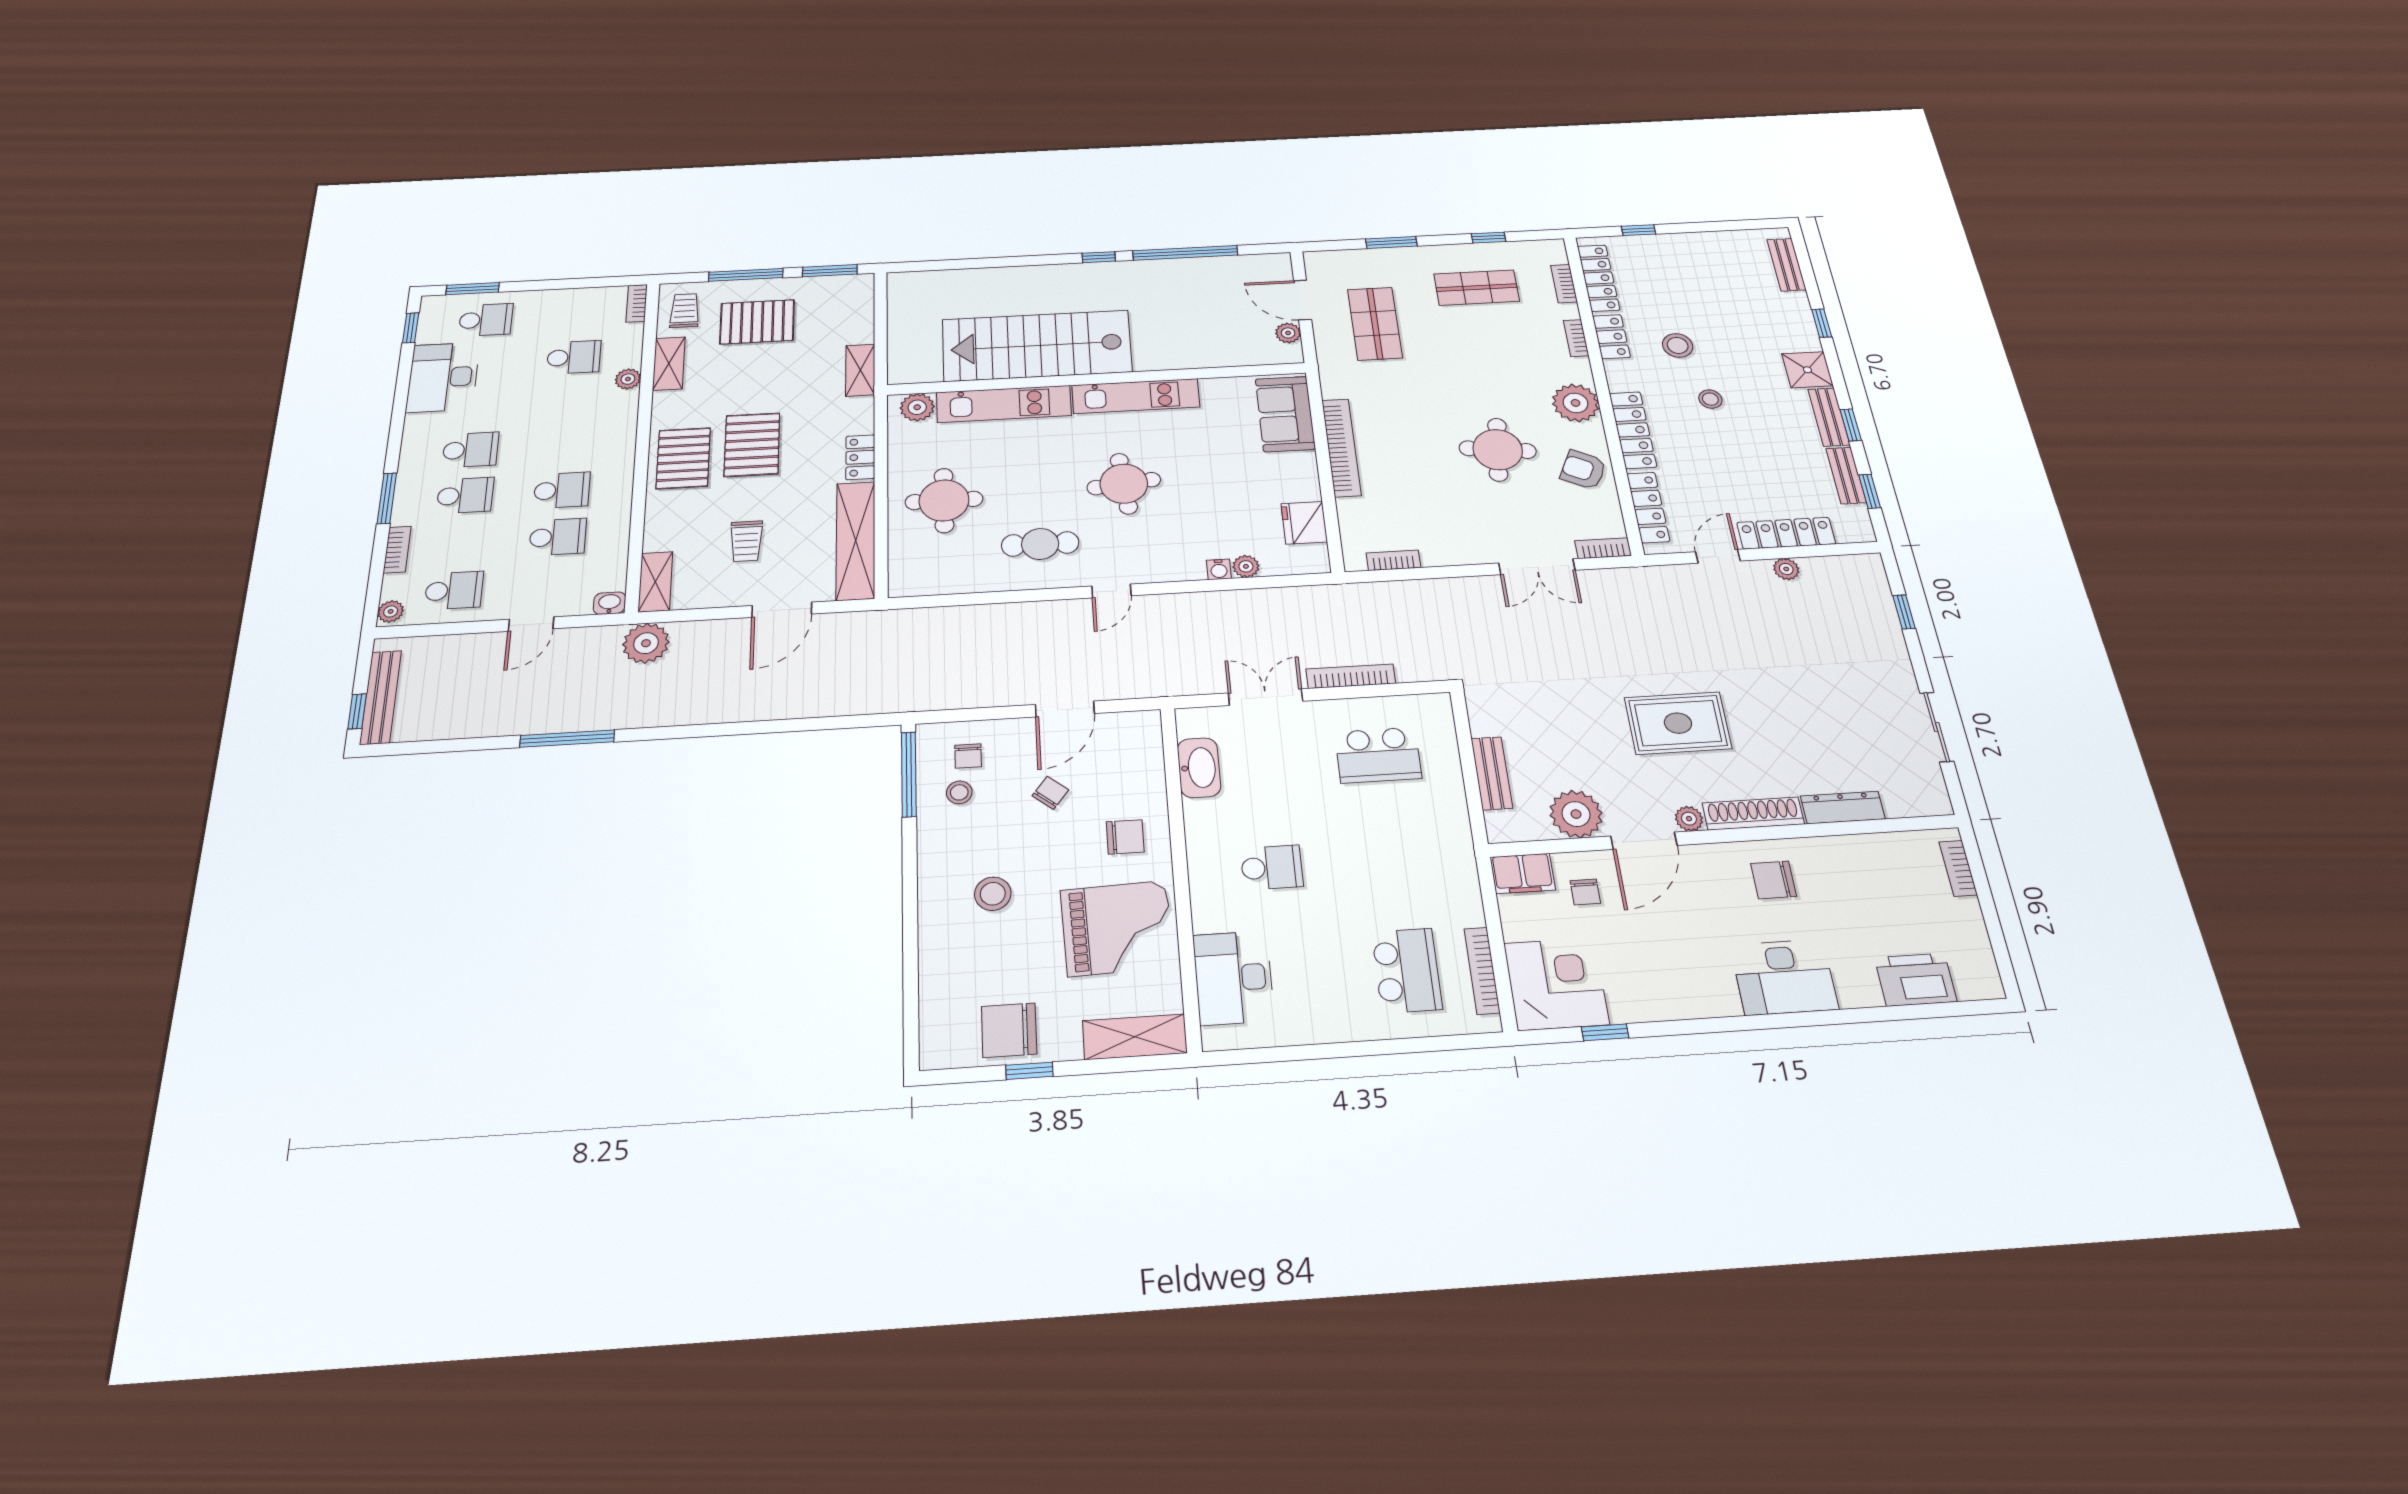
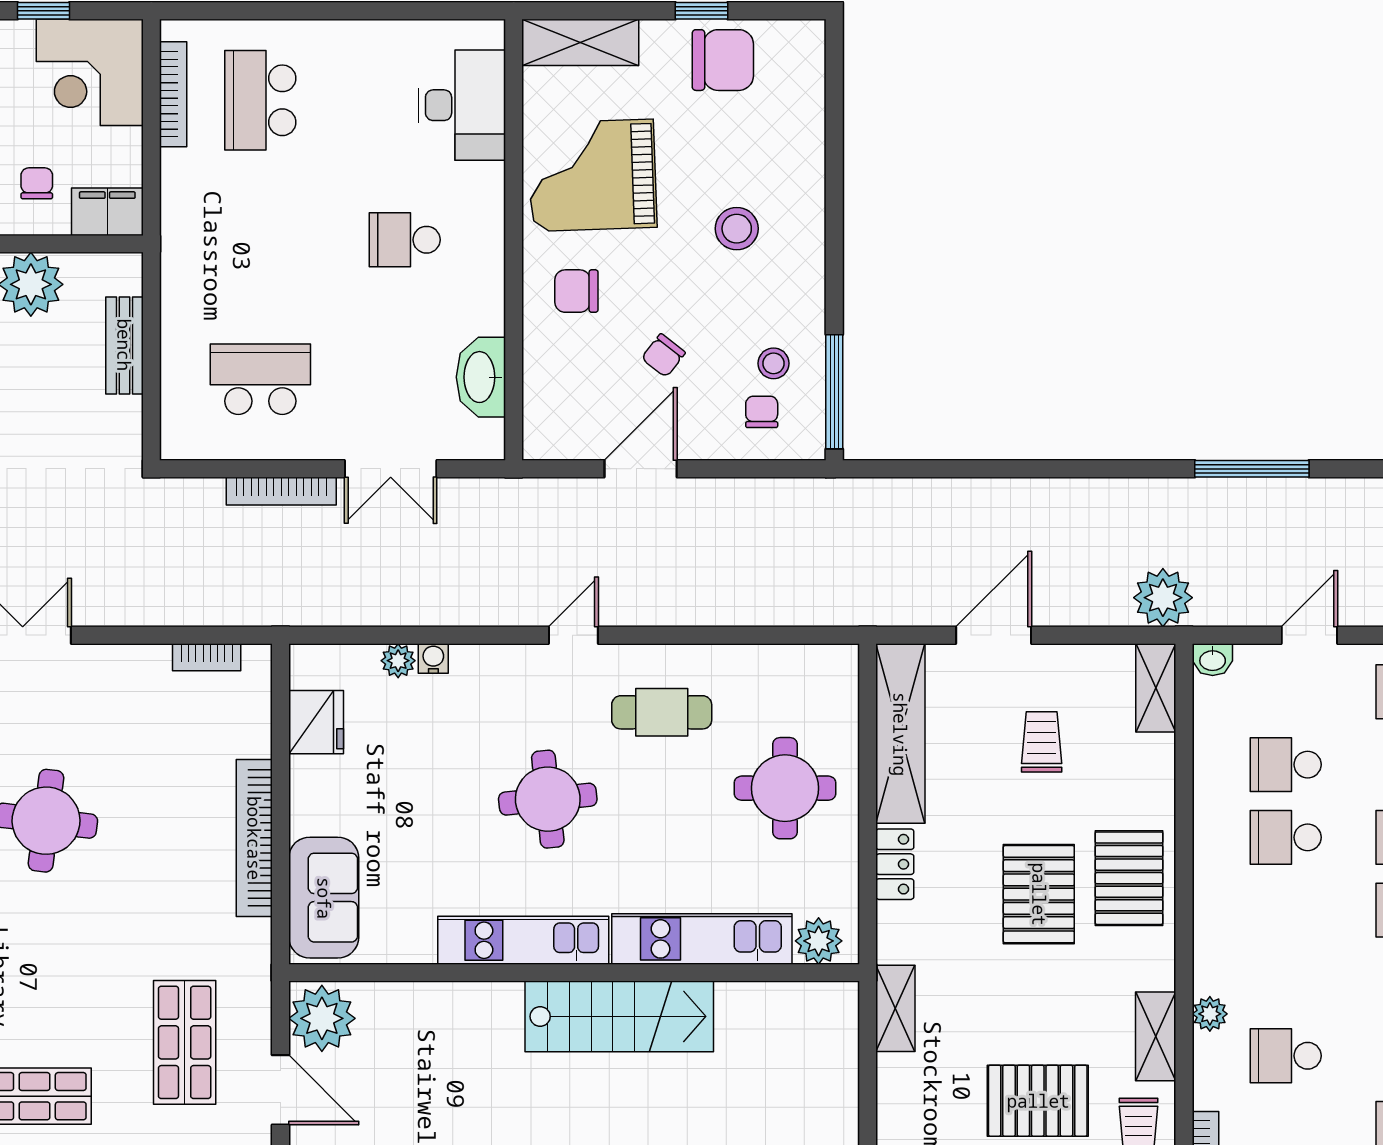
plant: (1288, 333) -> (322, 1018), width x1.88, depth x1.88
stairs: (1037, 346) -> (619, 1016), width x0.73, depth x0.66

